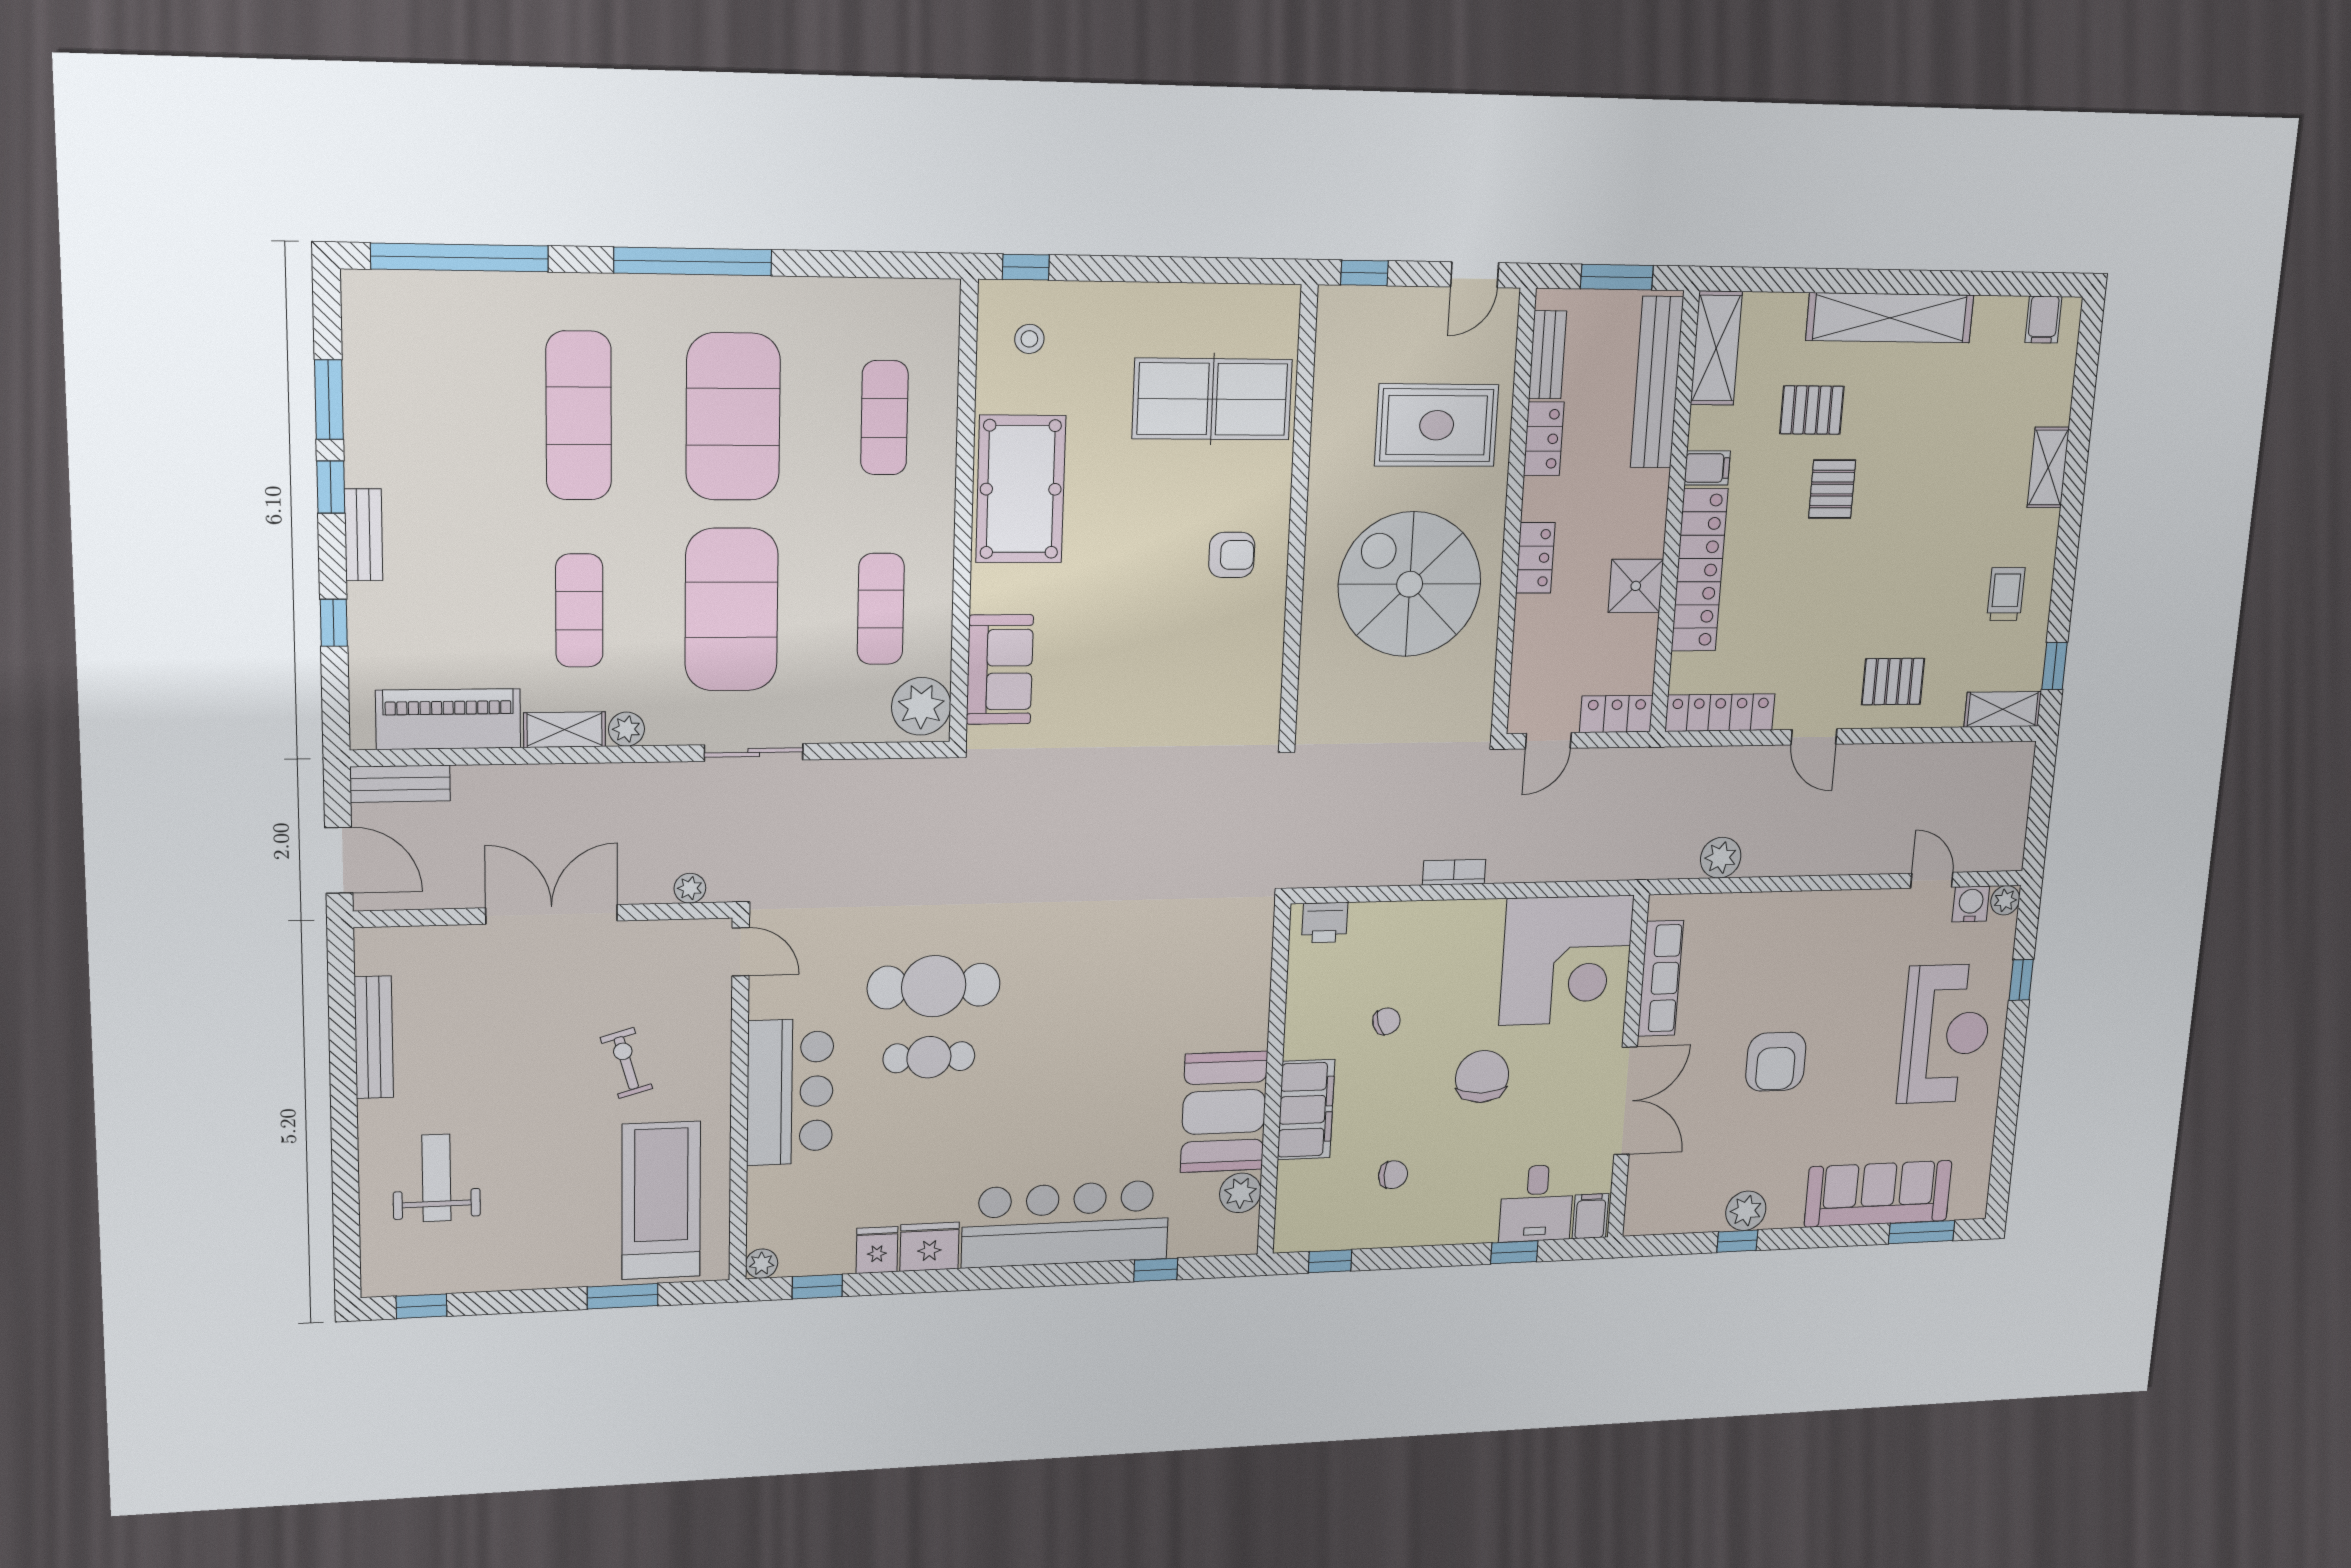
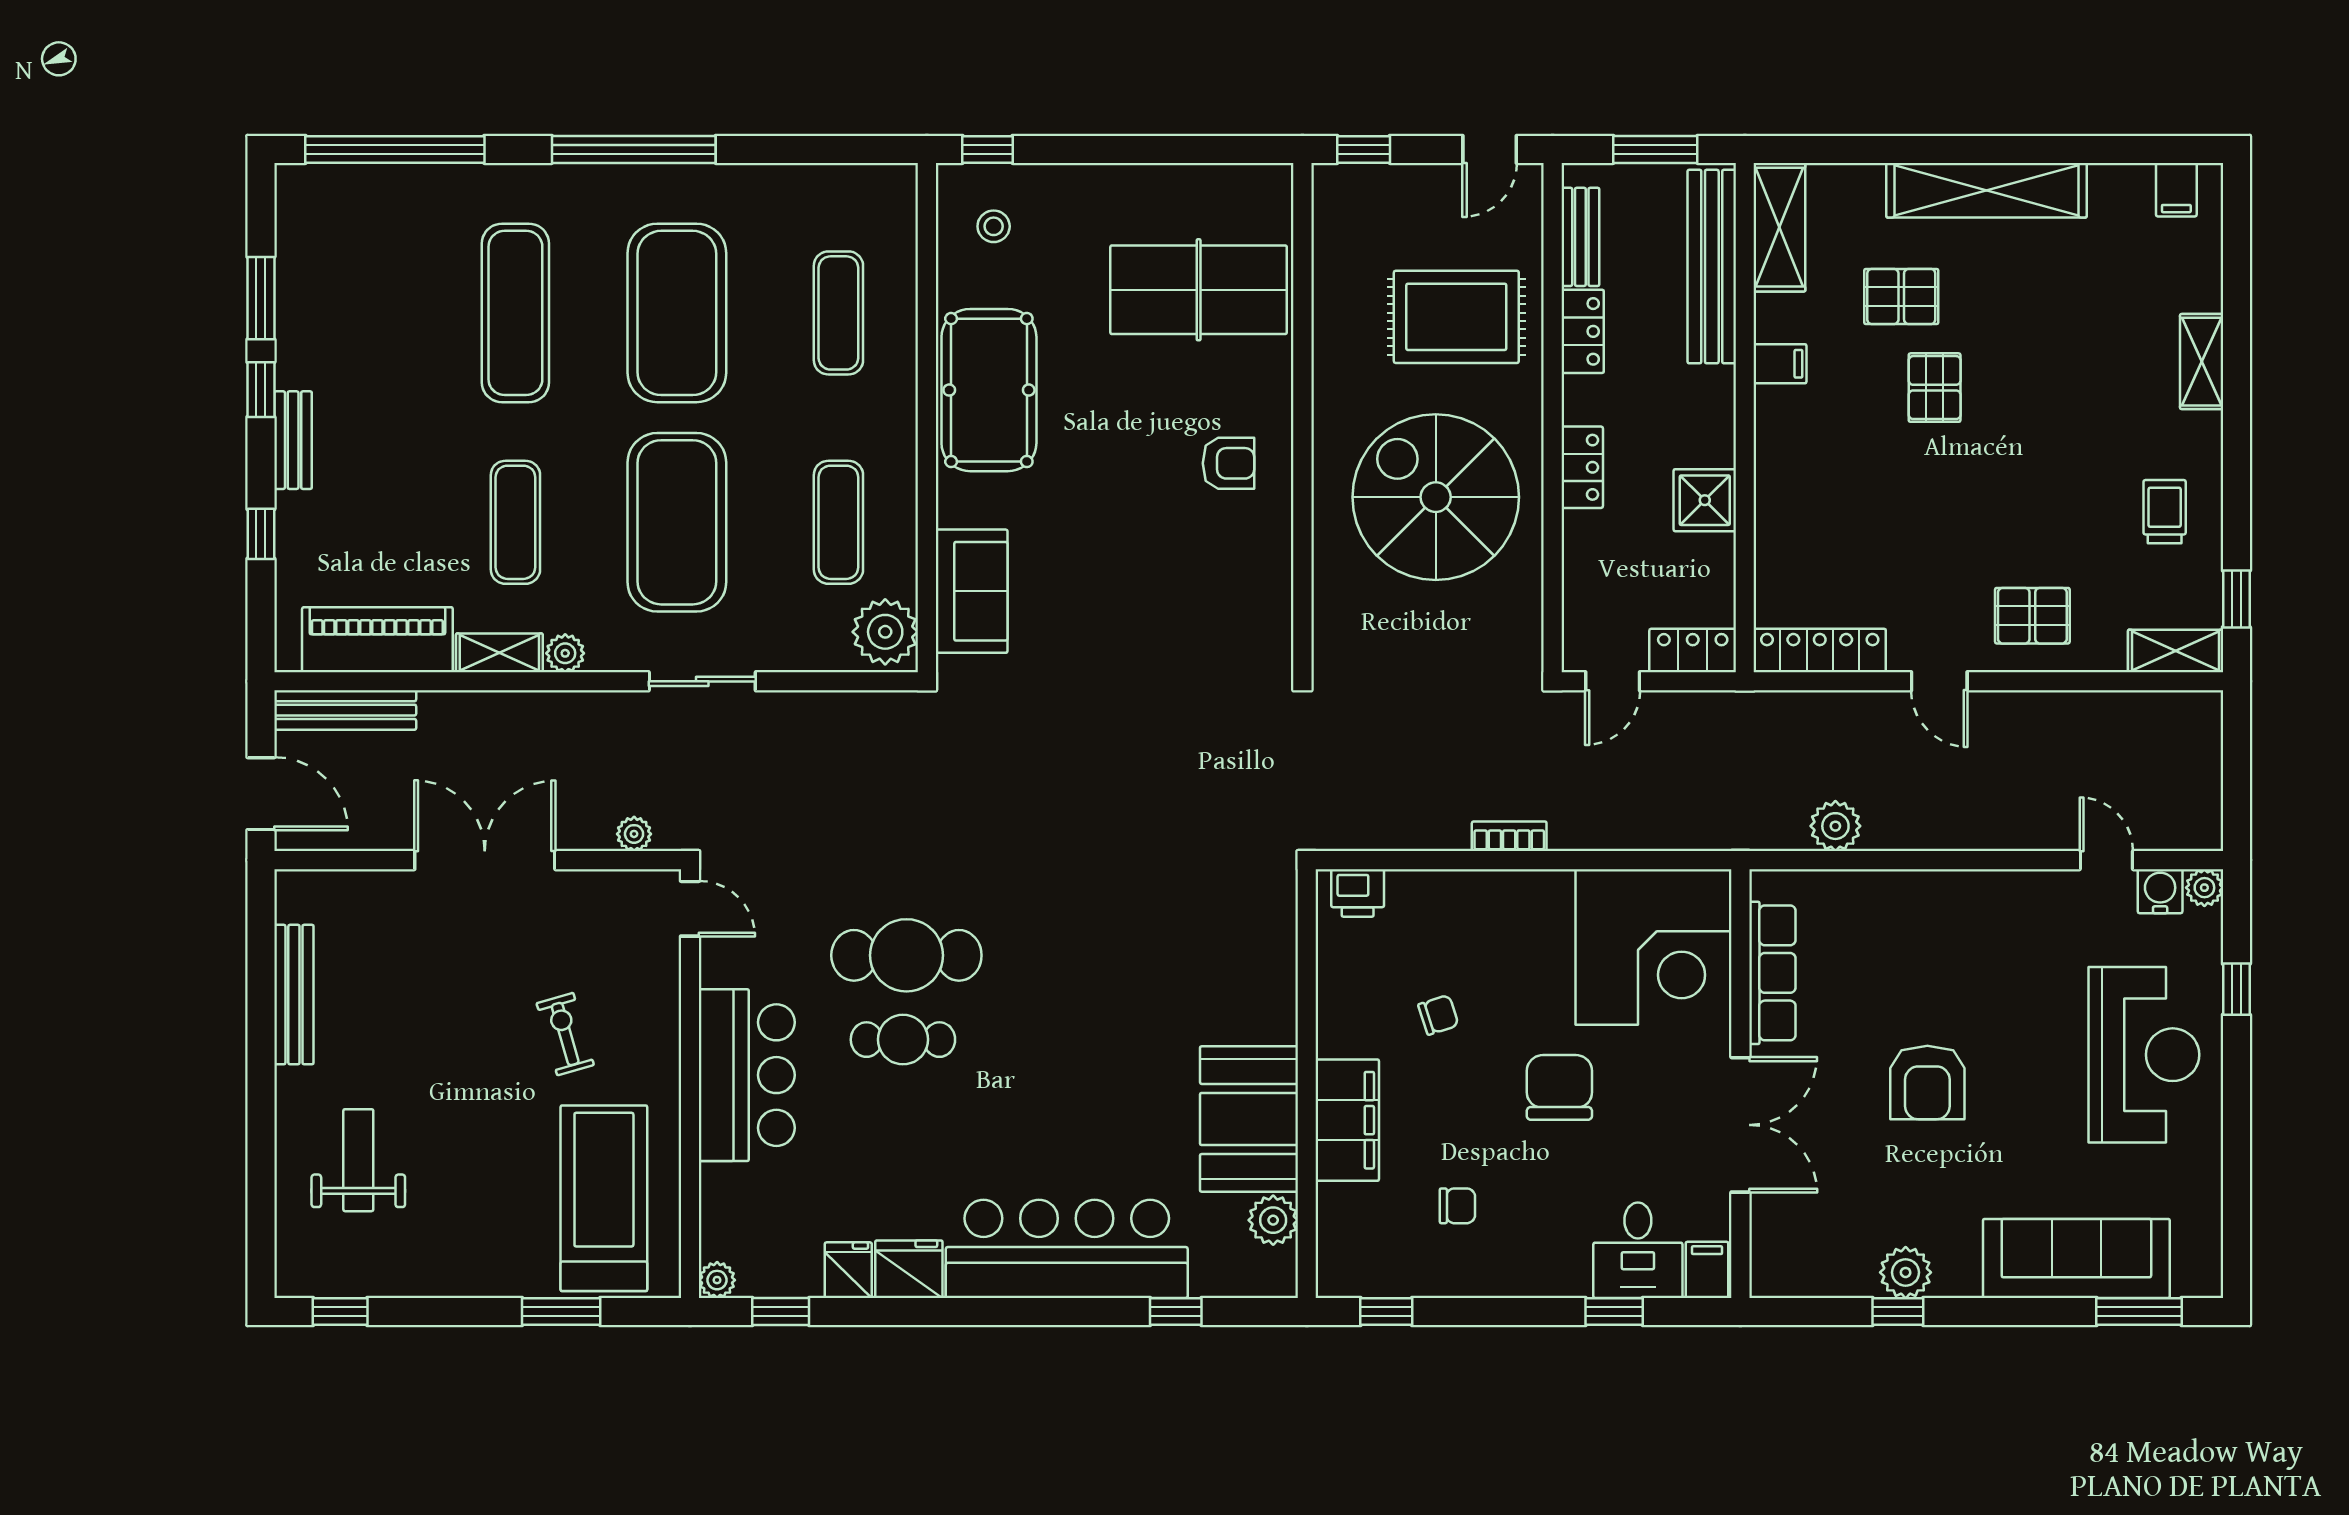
locker: (1700, 570) -> (1781, 482), removed
bench: (400, 784) -> (345, 710), width x1.36

